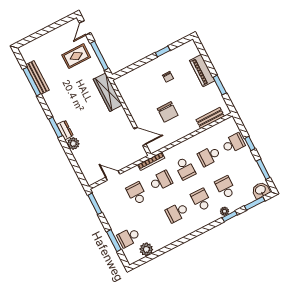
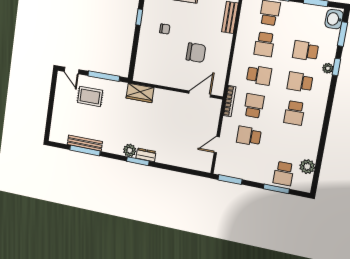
rug: (76, 56) -> (90, 96), turned 90
wardrobe: (108, 92) -> (140, 93), width x0.67
plant: (73, 144) -> (130, 150), moved

